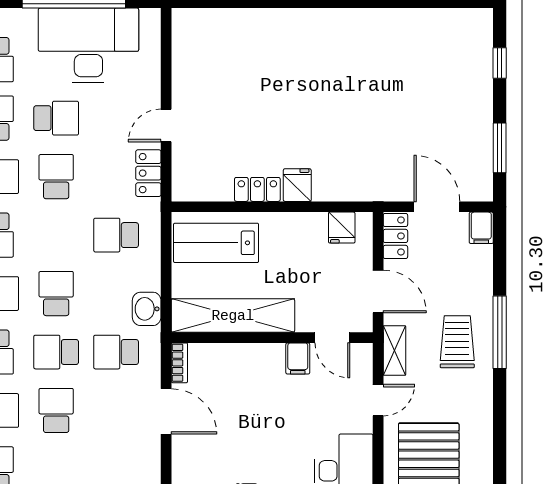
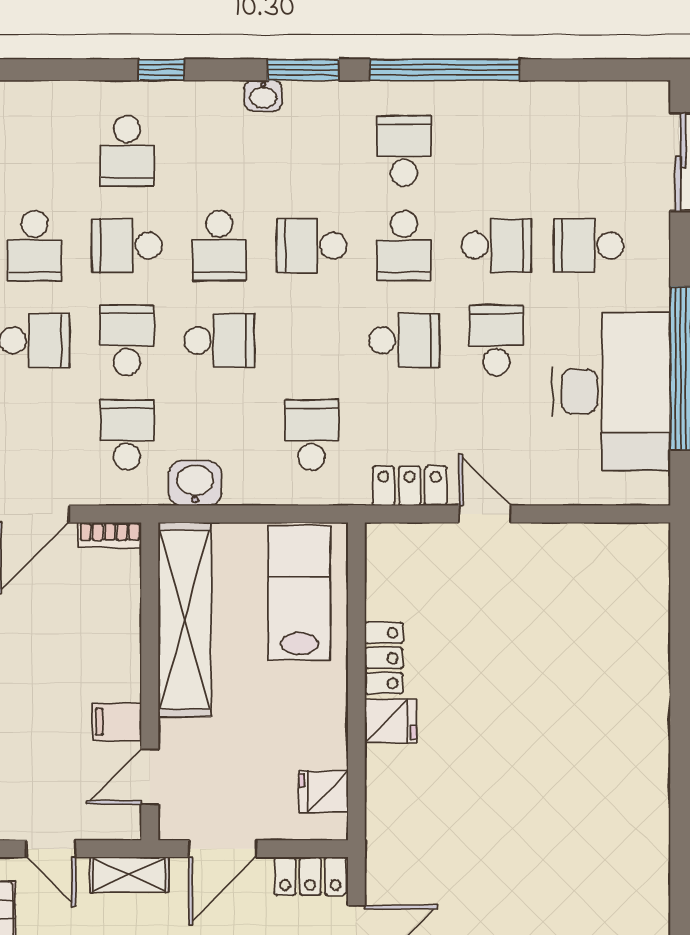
school desk: (56, 118) -> (496, 340), turned 180

